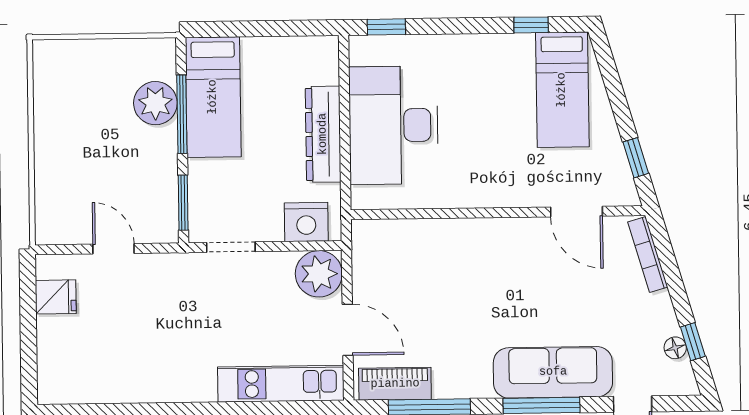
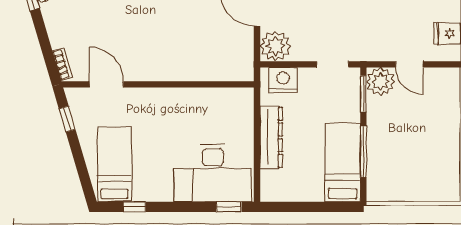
plant: (155, 103) -> (381, 82), moved
desk: (394, 125) -> (213, 173), moved, turned 90
bookcase: (648, 254) -> (63, 64), width x0.64

